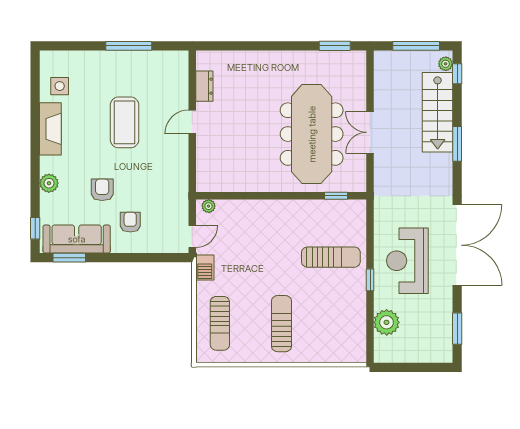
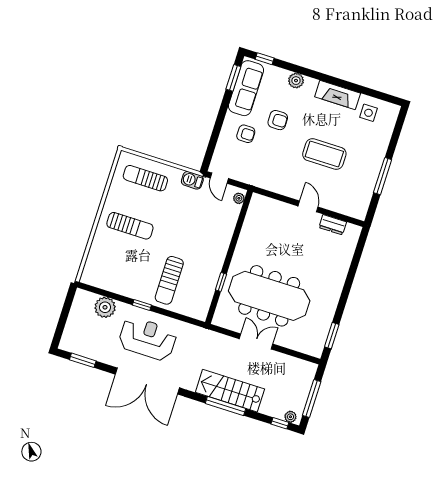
stairs: (438, 112) -> (230, 391), moved
window: (457, 144) -> (226, 406), width x1.44
window: (336, 196) -> (221, 282), moved

